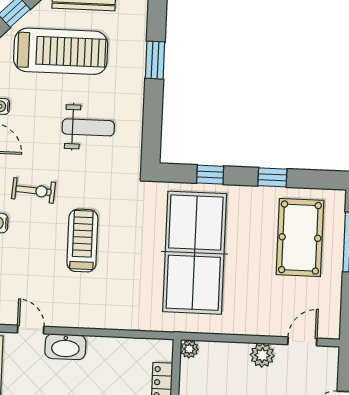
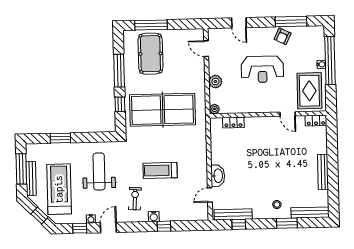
weight bench: (88, 127) -> (99, 172), width x1.36, depth x1.33
window: (272, 177) -> (119, 71), width x2.17
pool table: (300, 238) -> (150, 54), turned 90
plant: (262, 355) -> (215, 82), moved

